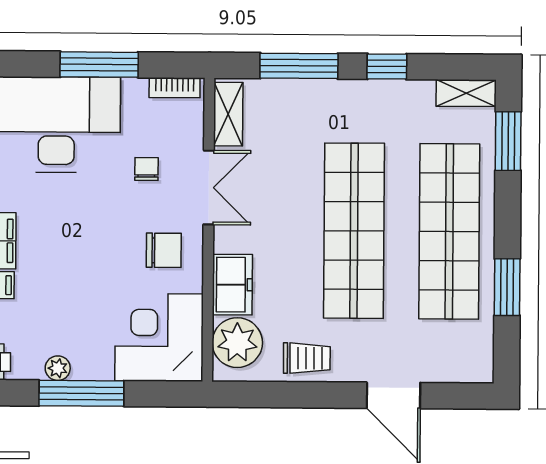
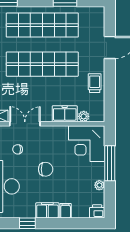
chair: (164, 250) -> (46, 169), moved, turned 90
plant: (237, 343) -> (84, 116), width x0.53, depth x0.53
window: (81, 393) -> (110, 163), moved

